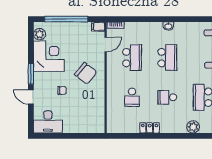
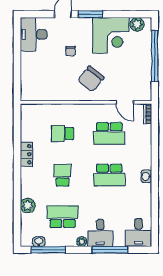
filing cabinet: (98, 27) -> (146, 94), removed

